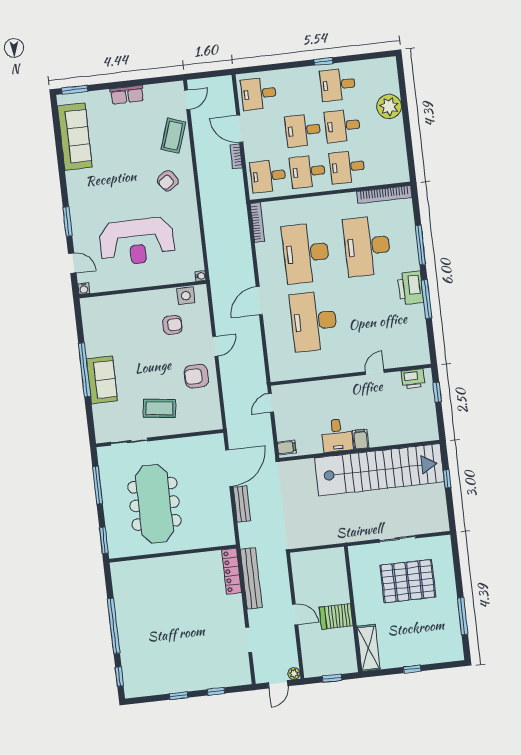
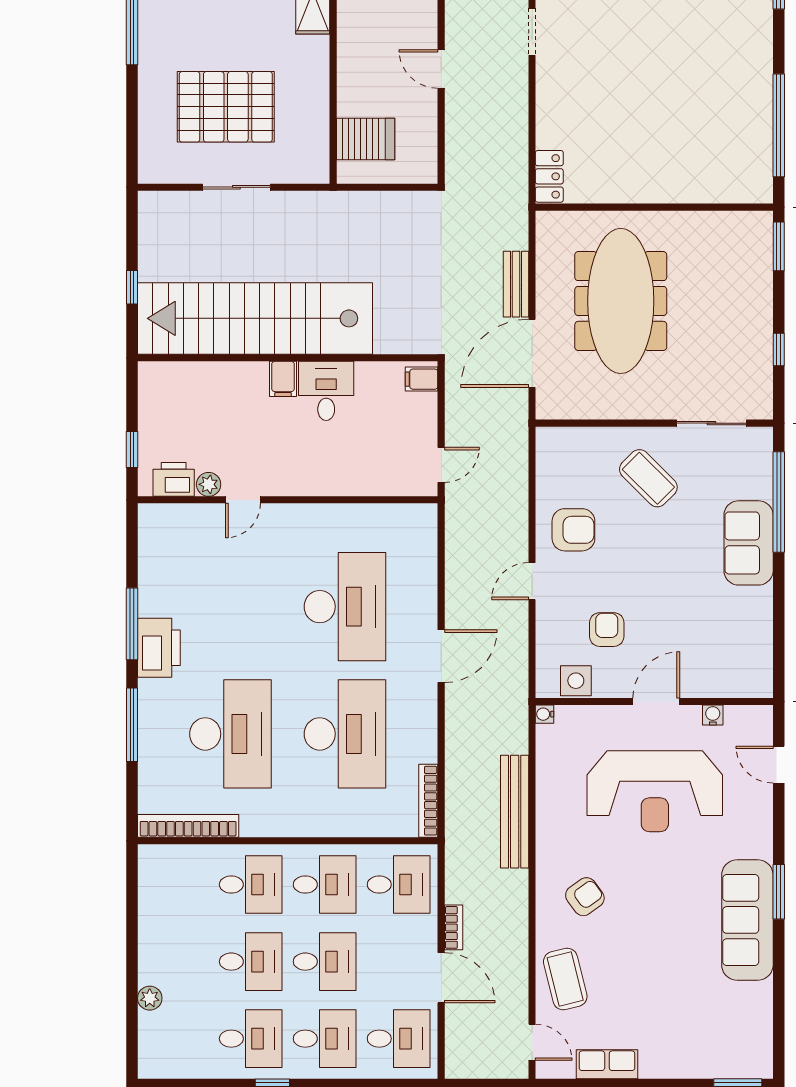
desk: (298, 89) -> (325, 1039), added
row of seats: (127, 95) -> (607, 1064), moved
door: (187, 100) -> (532, 1042), swing flipped
plant: (389, 106) -> (150, 998), width x0.53, depth x0.53
coffee table: (173, 136) -> (565, 979), turned -33
sofa: (75, 137) -> (747, 920), moved
window: (68, 221) -> (779, 892), moved
reception desk: (137, 241) -> (655, 791), turned 180
water cooler: (84, 289) -> (713, 715), moved
door: (142, 289) -> (656, 702), added
armchair: (172, 325) -> (607, 630), turned 90
window: (84, 370) -> (779, 502), moved
plant: (394, 378) -> (209, 484), added
coffee table: (159, 408) -> (648, 478), turned 38
window: (98, 485) -> (779, 349), width x0.46
meeting table: (154, 504) -> (621, 301), moved
locker: (232, 571) -> (549, 176), width x0.66
bench: (251, 578) -> (515, 812), moved
server rack: (336, 616) -> (366, 139), moved
window: (114, 626) -> (779, 125), moved

